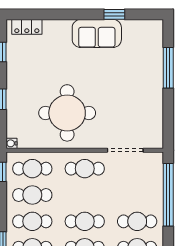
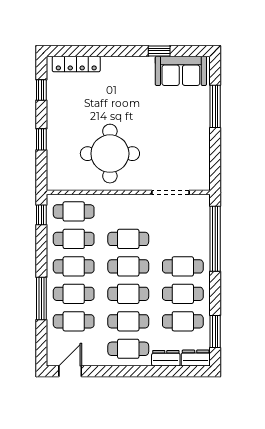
locker: (27, 27) -> (76, 64), width x1.53
sofa: (97, 33) -> (181, 71), moved
water cooler: (11, 143) -> (52, 185), removed
cafe table: (85, 169) -> (128, 239), moved

